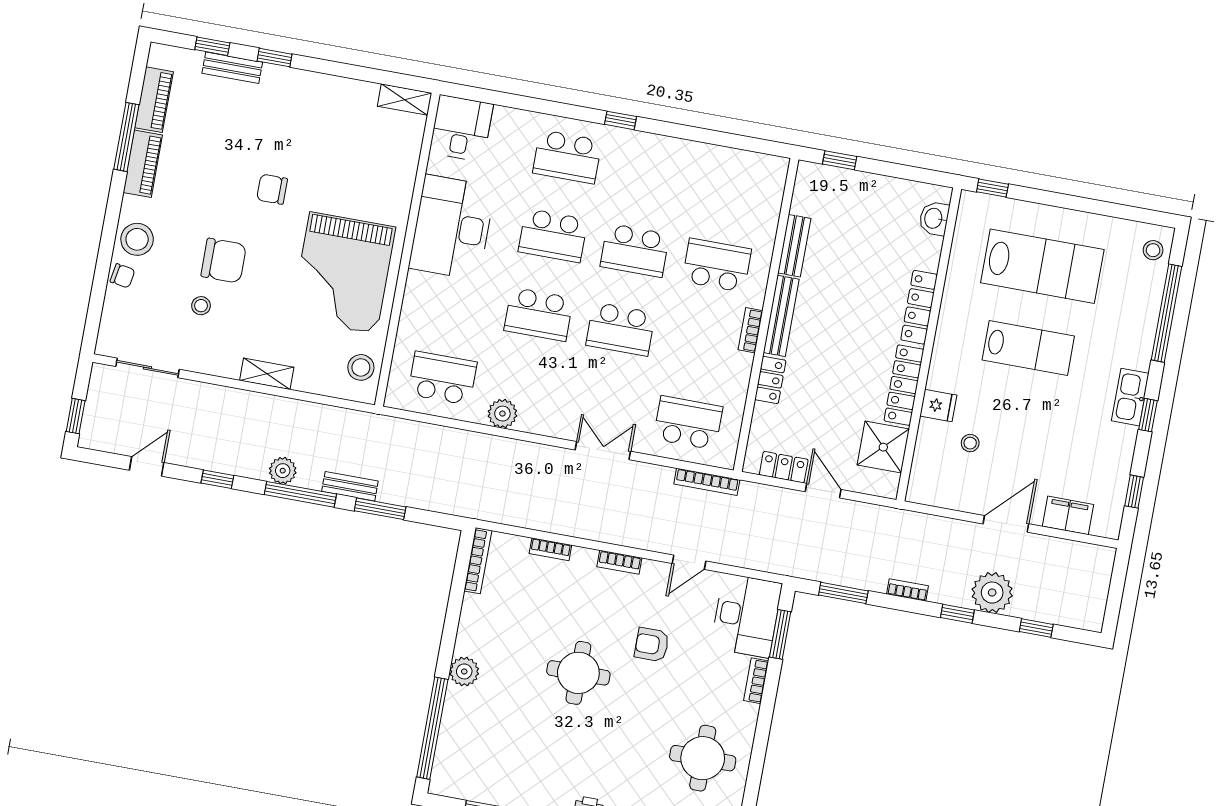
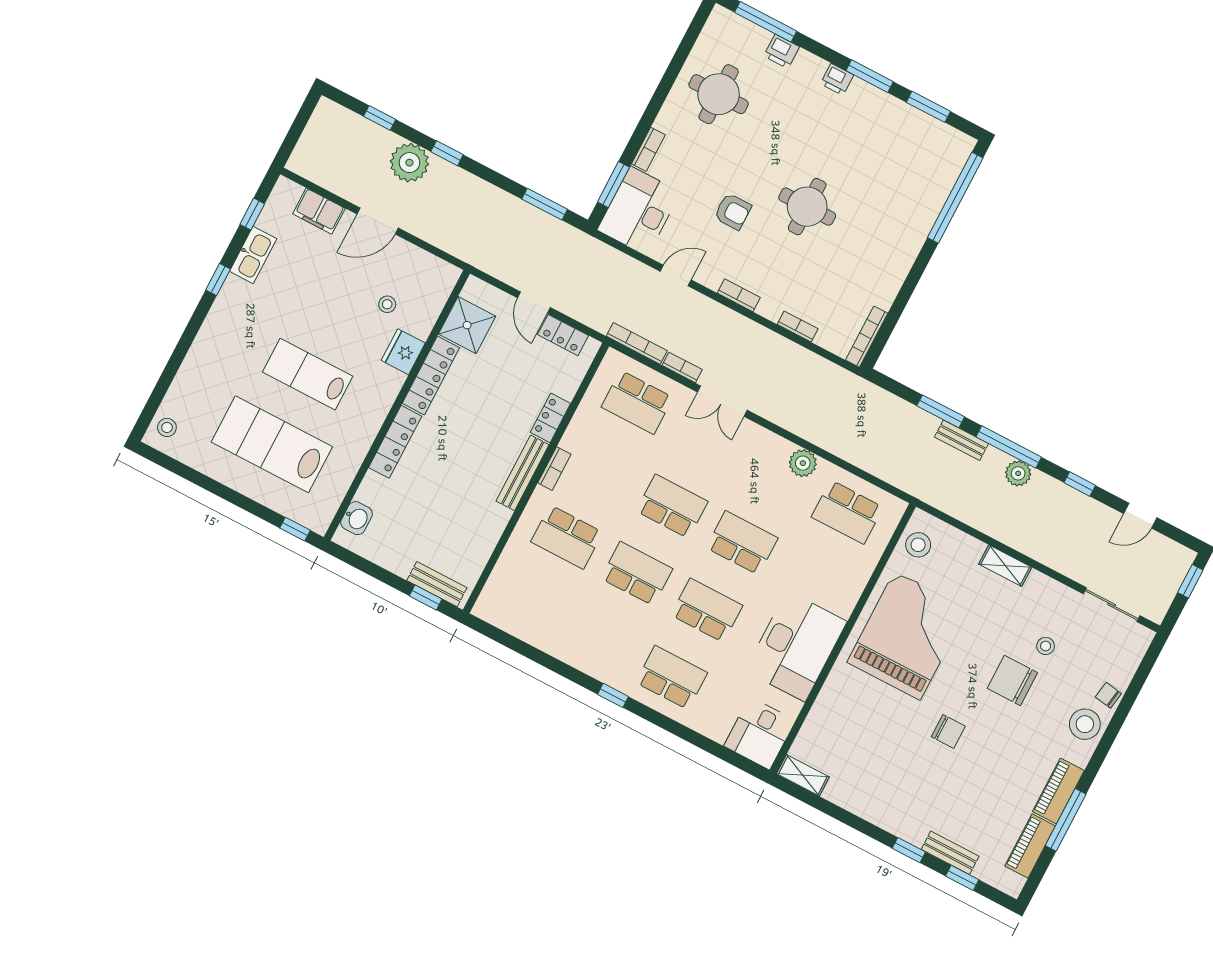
bench: (794, 246) -> (437, 584), moved, turned 90
window: (1167, 313) -> (173, 367), removed
kitchen sink: (1130, 397) -> (253, 255), moved
fridge: (938, 406) -> (403, 352), width x1.38
bookcase: (908, 590) -> (682, 367), moved, turned 180
plant: (464, 671) -> (910, 240), removed

